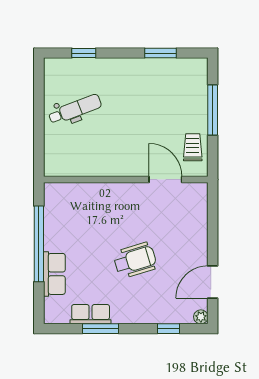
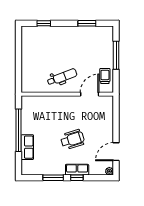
dental chair: (75, 109) -> (62, 77), moved
door: (165, 180) -> (90, 94), hinge flipped
row of seats: (91, 314) -> (77, 170), moved
window: (169, 329) -> (77, 178), moved

